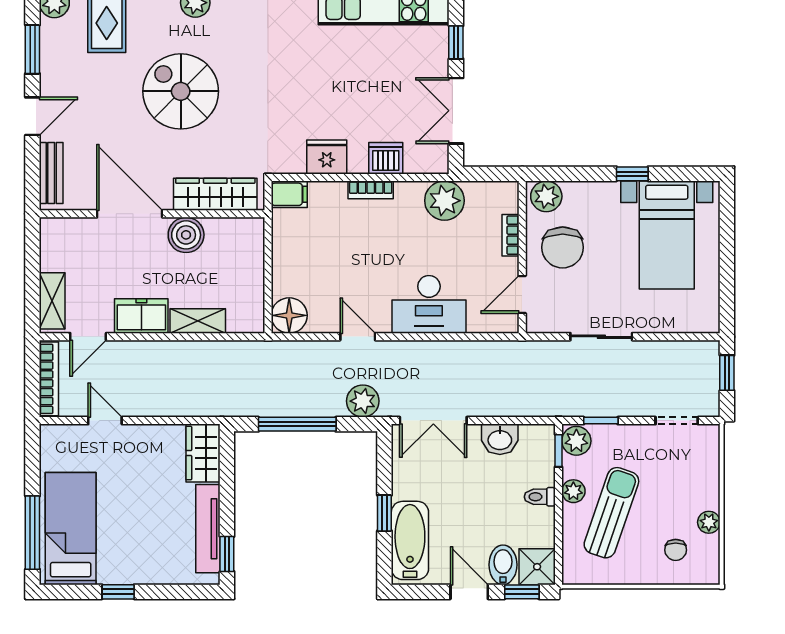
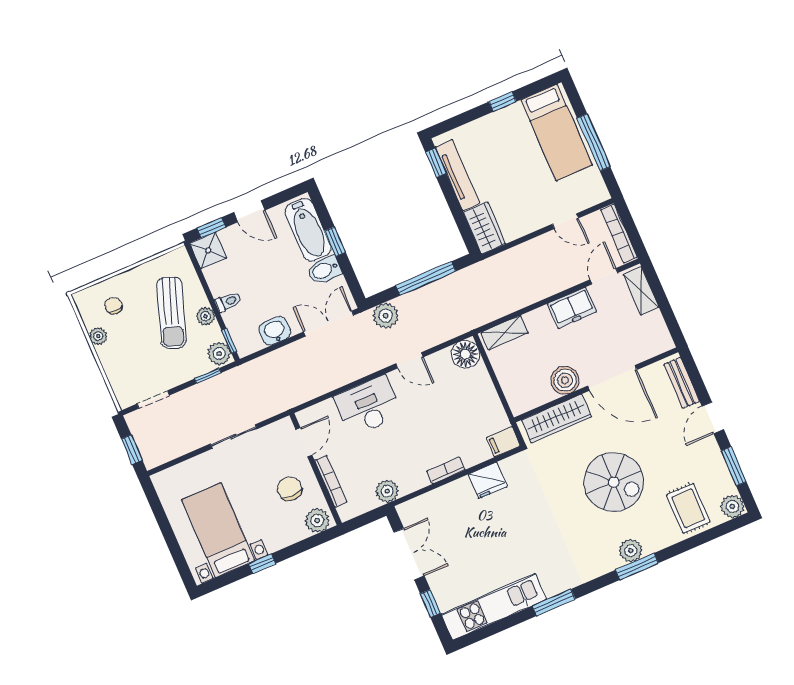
dishwasher: (386, 158) -> (445, 498), removed
plant: (444, 201) -> (387, 491), width x0.73, depth x0.73
bookcase: (510, 235) -> (331, 481), width x1.56
chair: (563, 247) -> (289, 489), width x0.73, depth x0.73
shelving: (198, 321) -> (505, 333), moved
window: (32, 533) -> (594, 142), moved
bidet: (503, 565) -> (324, 270), moved, turned 90

